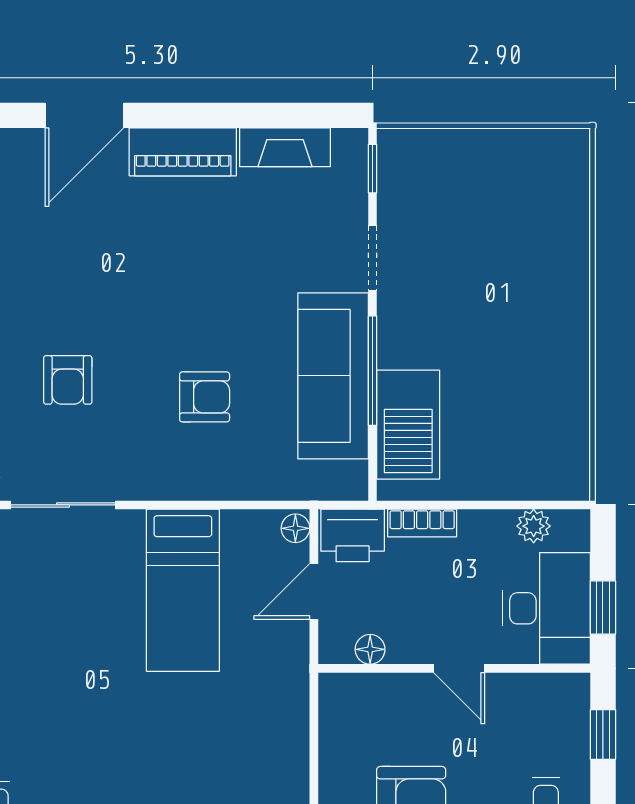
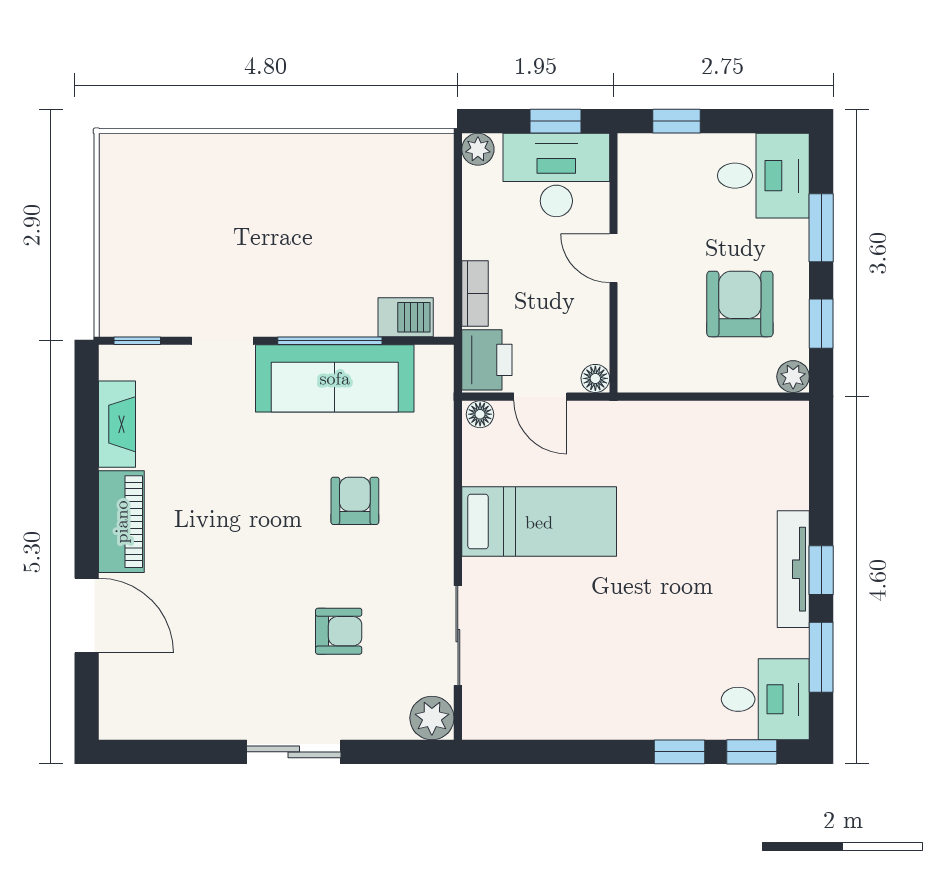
barbecue: (408, 425) -> (406, 317), width x0.53, depth x0.65
plant: (534, 526) -> (478, 149), moved
floor lamp: (370, 649) -> (595, 378), moved
door: (459, 668) -> (614, 258), swing flipped

